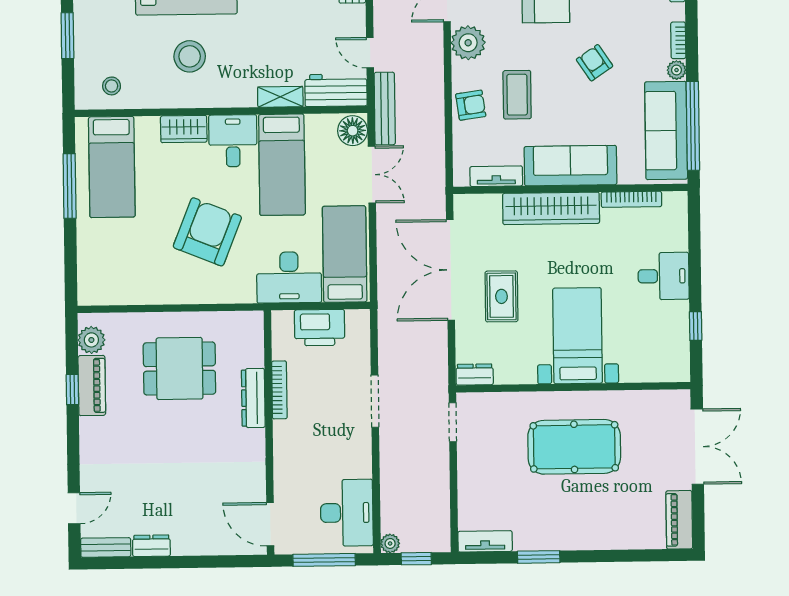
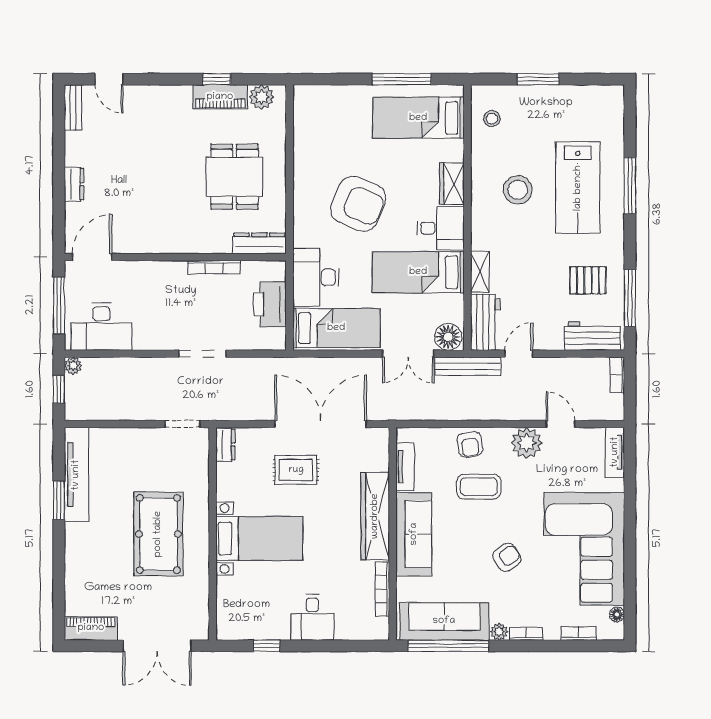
dresser: (253, 398) -> (259, 243), moved
tv unit: (485, 541) -> (76, 475), width x1.92, depth x1.29
dresser: (151, 546) -> (74, 184), moved

